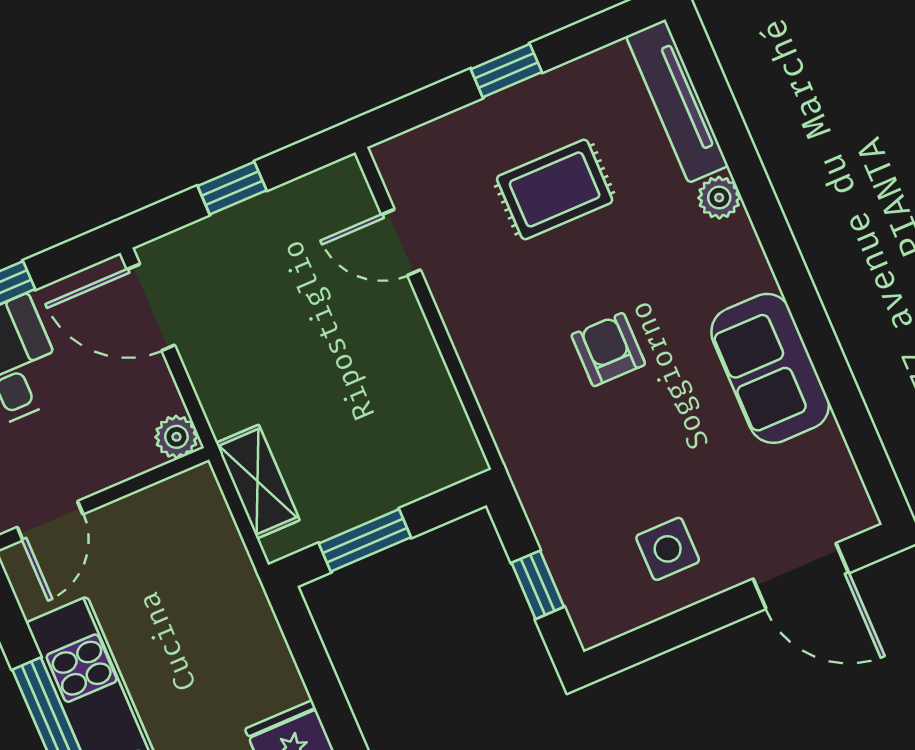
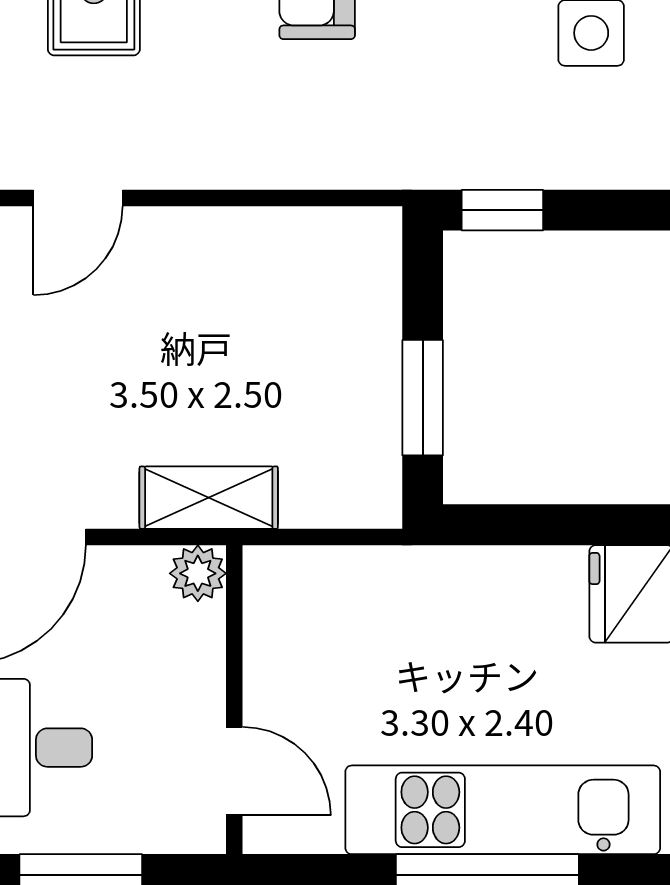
shelving: (258, 482) -> (209, 498), moved
window: (538, 585) -> (502, 210), moved

